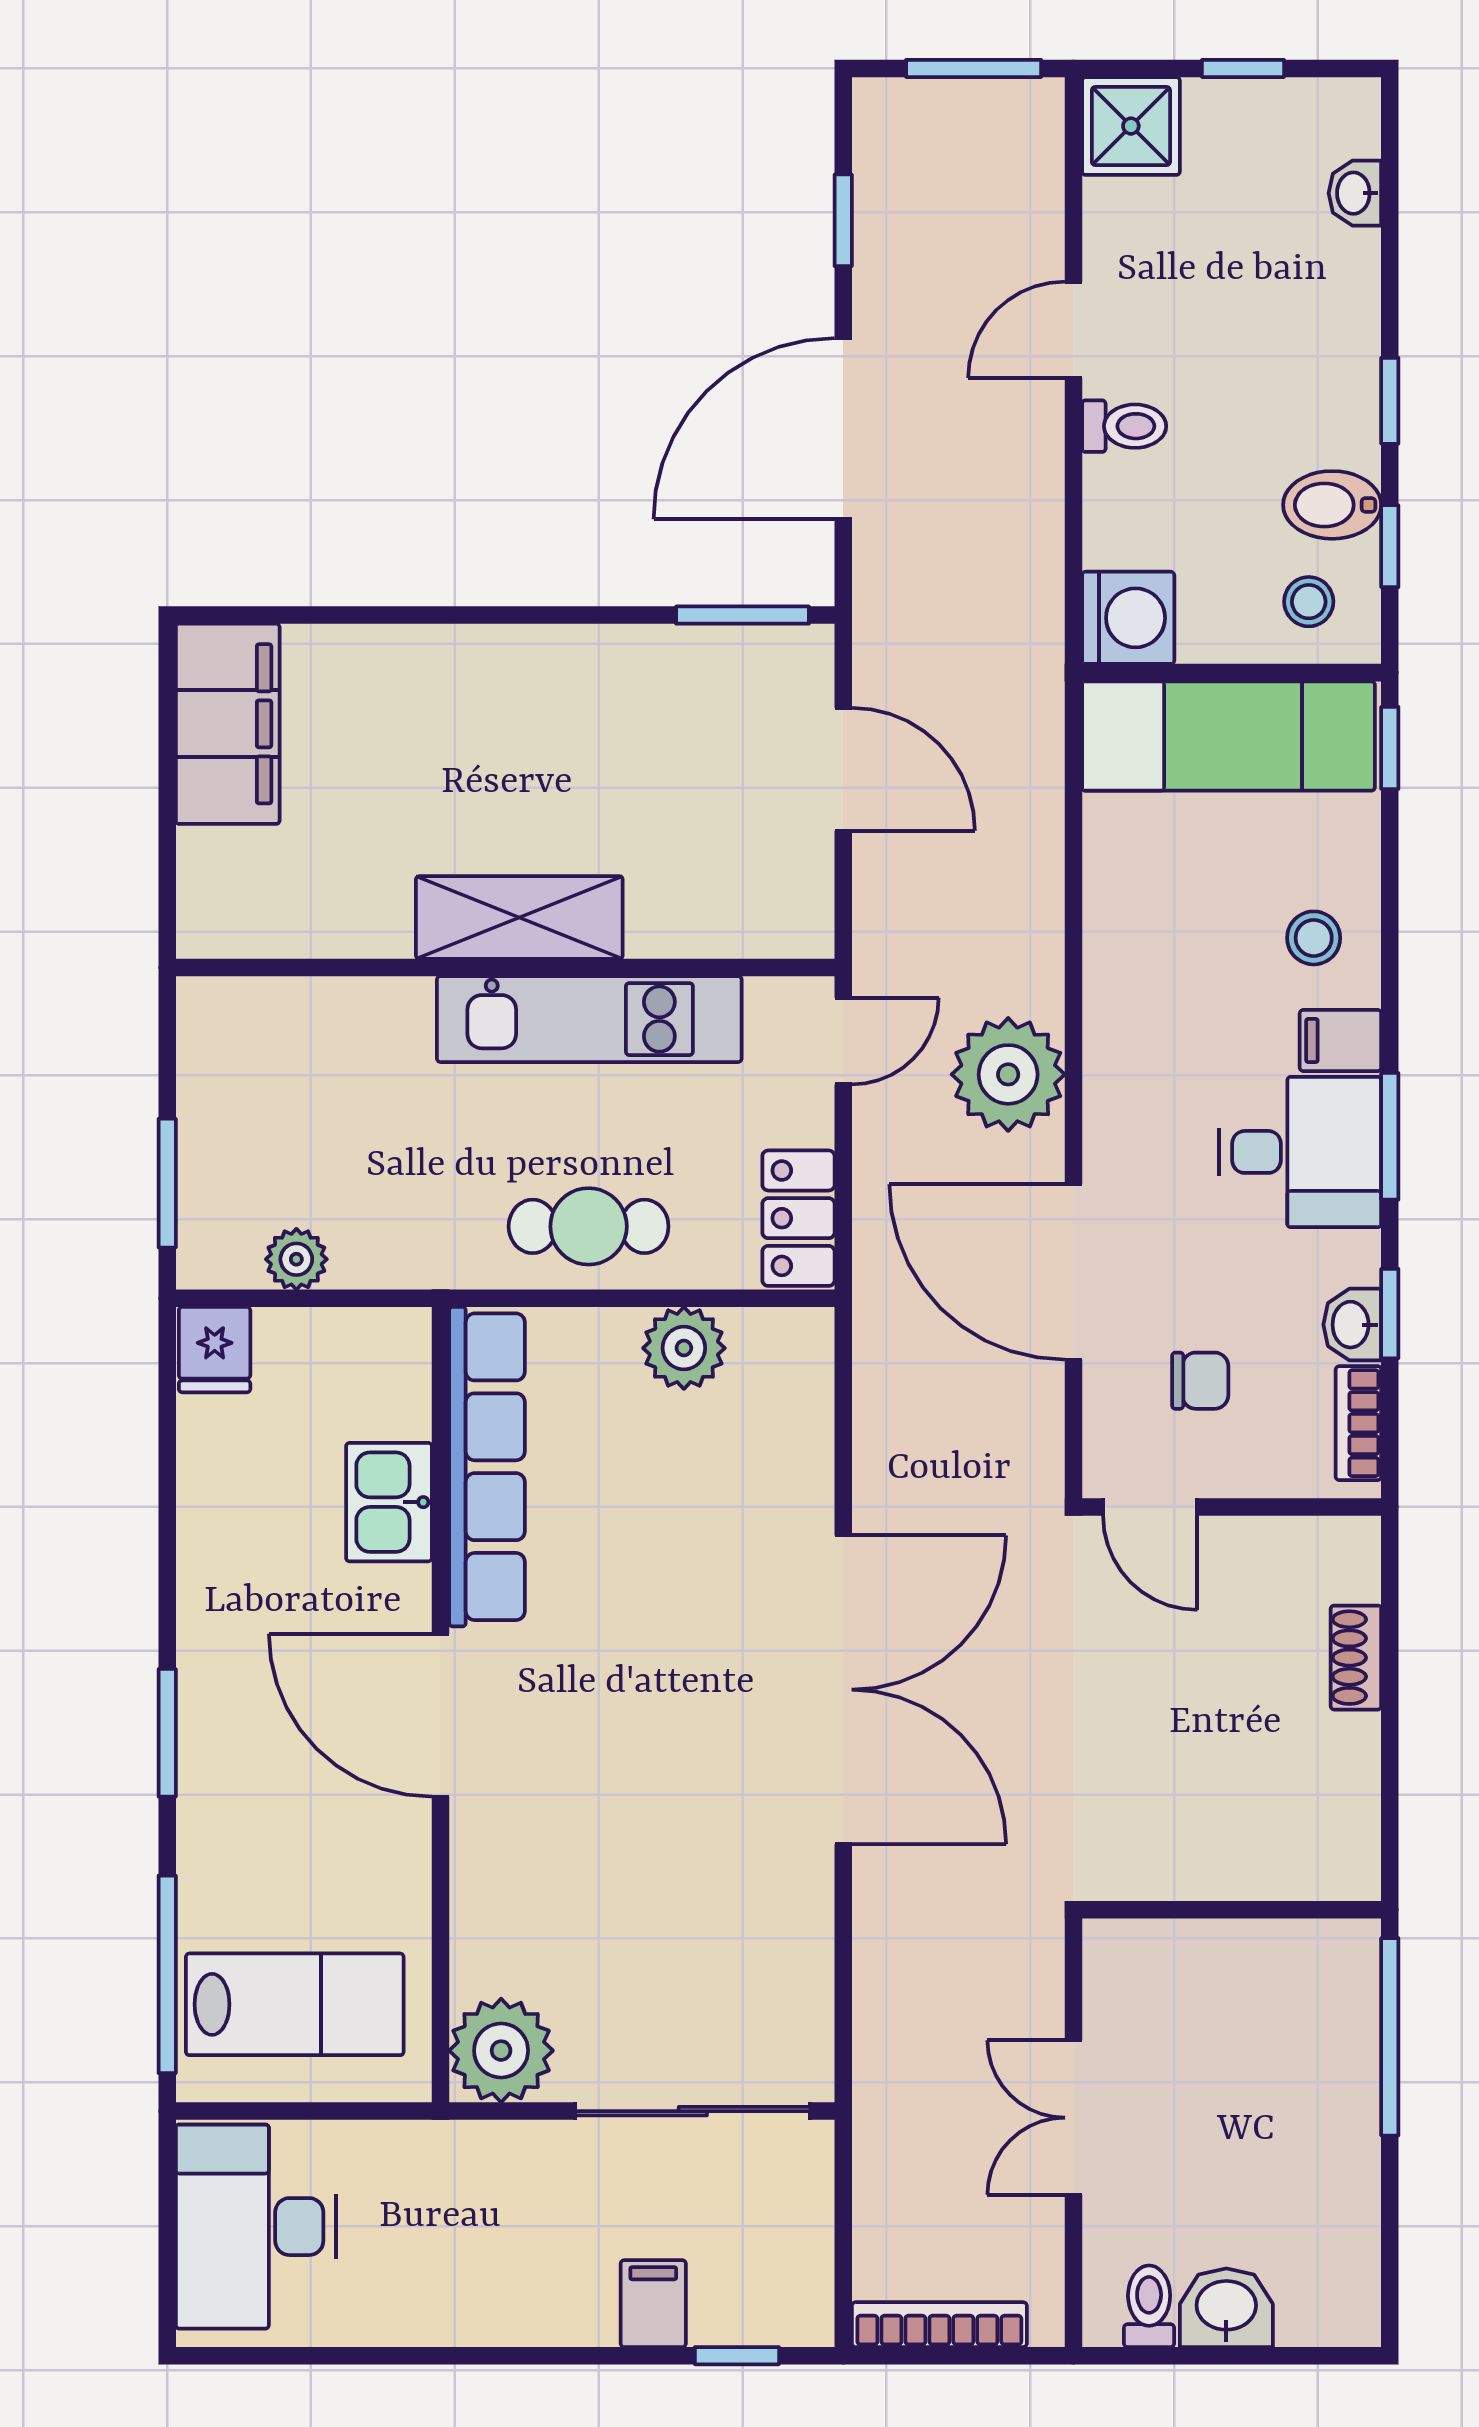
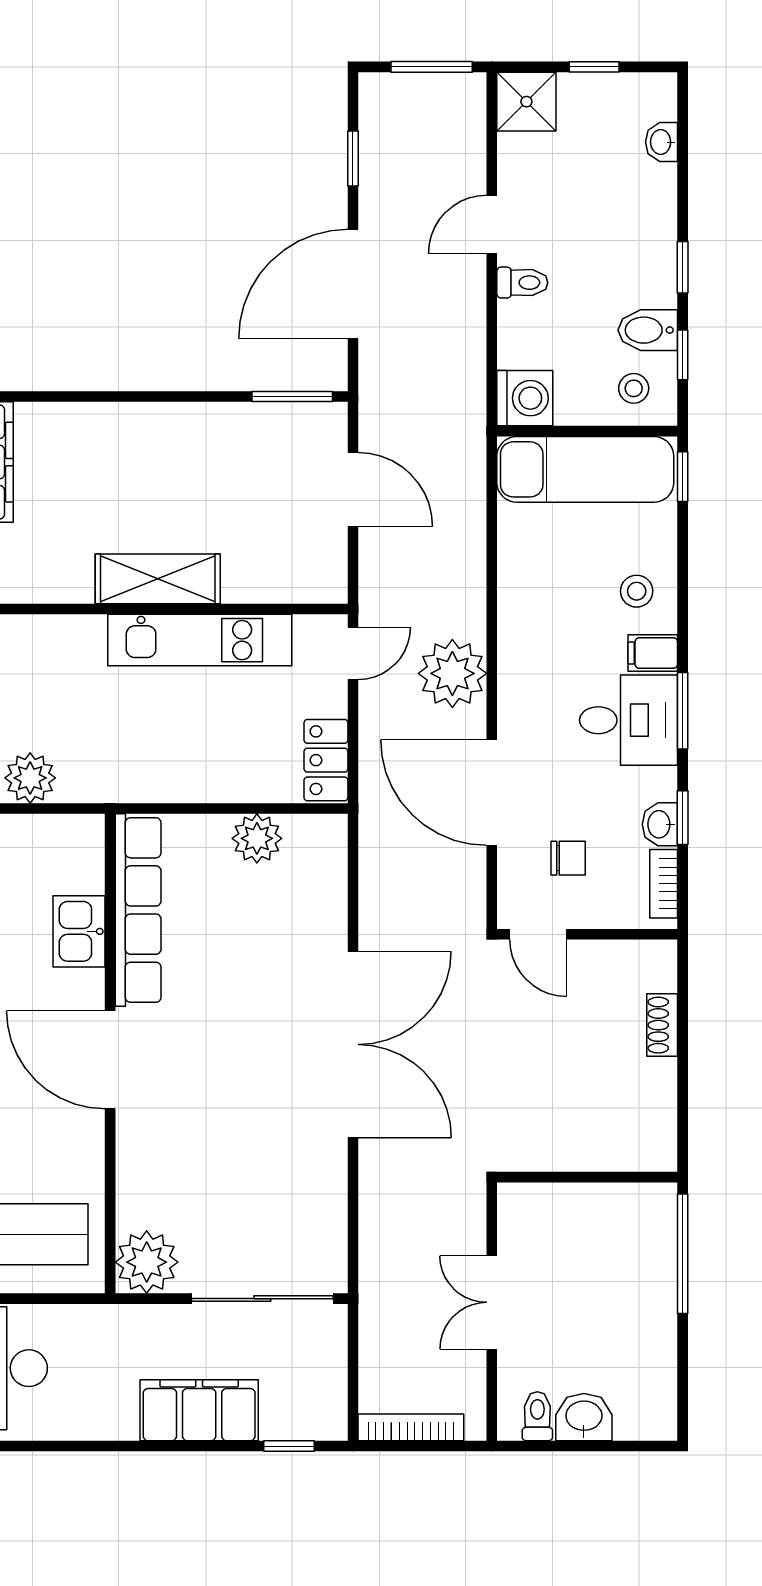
cafe table: (589, 1226) -> (199, 765), removed
plant: (296, 1259) -> (30, 778), width x1.38, depth x1.38
filing cabinet: (653, 2304) -> (199, 1410), width x3.00, depth x1.17

